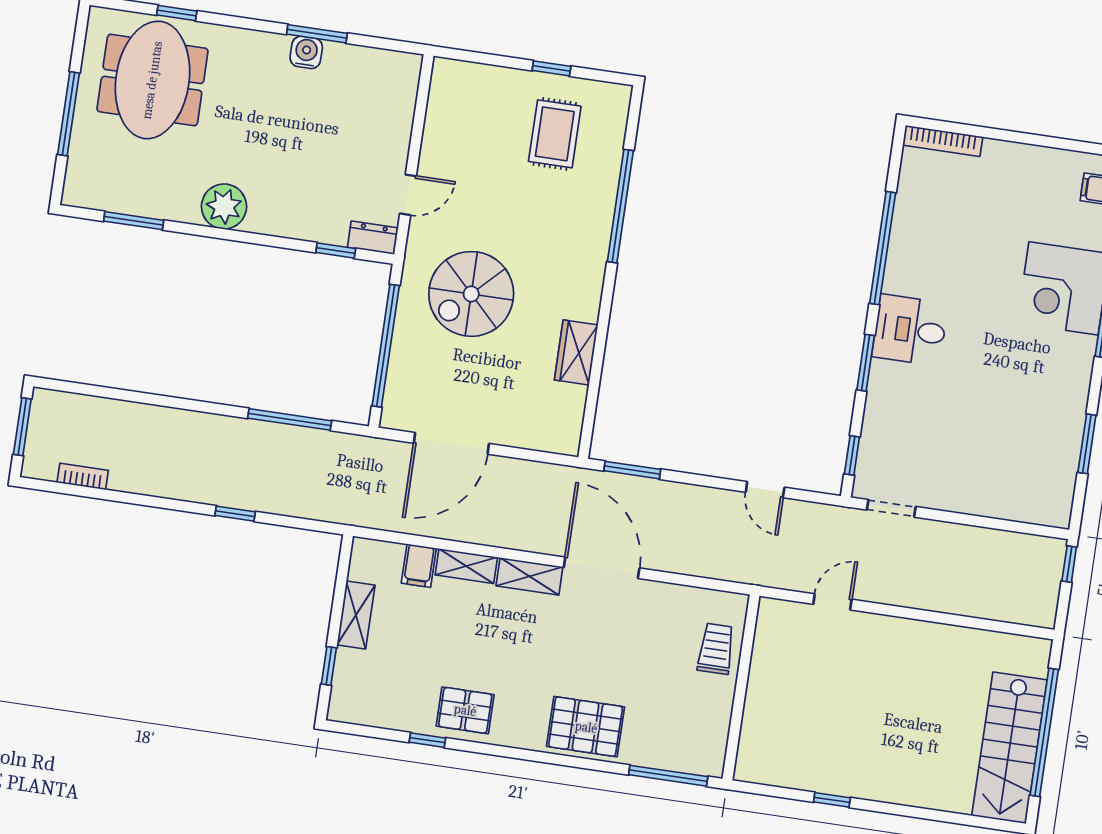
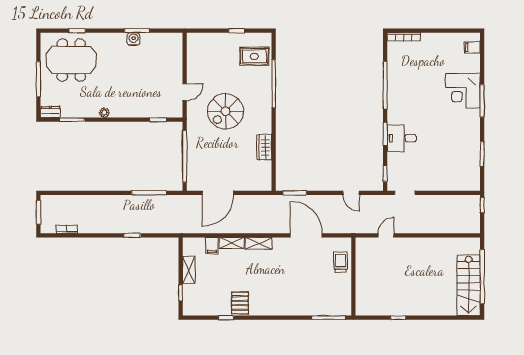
meeting table: (152, 80) -> (71, 60), turned 90
rug: (555, 134) -> (254, 56), moved, turned 90
plant: (224, 206) -> (104, 113), width x0.53, depth x0.53
dresser: (373, 238) -> (50, 112), moved
spiral stairs: (471, 294) -> (226, 111), moved
desk: (910, 330) -> (402, 138), moved
door: (602, 568) -> (306, 235), moved
pallet: (465, 710) -> (240, 303), turned 90
pallet: (586, 727) -> (291, 302), removed

